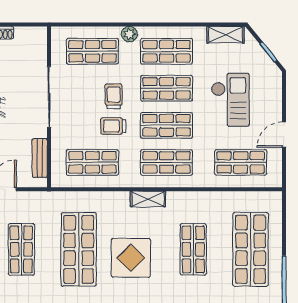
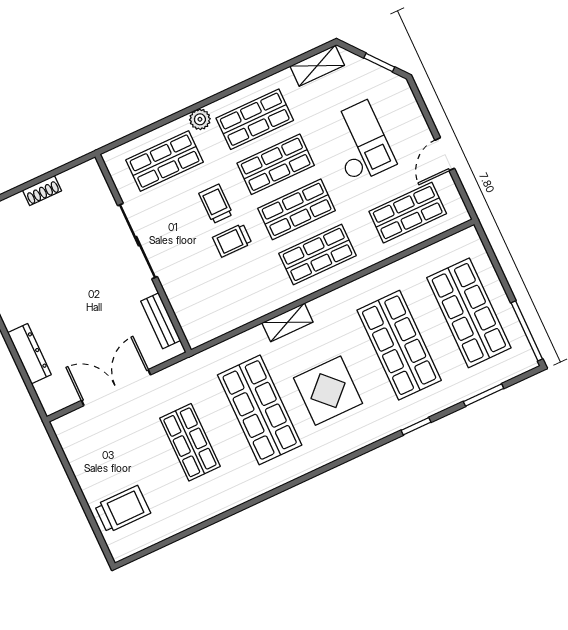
shop shelf: (92, 162) -> (227, 296), removed
shelving: (148, 199) -> (287, 322), moved
shop shelf: (193, 249) -> (399, 345), width x1.43, depth x1.36

